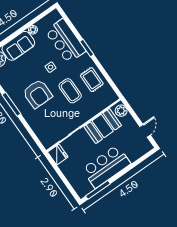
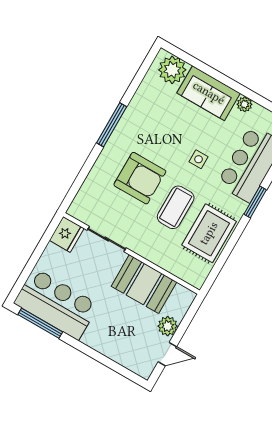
rug: (92, 80) -> (209, 233), width x1.36, depth x1.43
armchair: (38, 94) -> (140, 178), moved, turned -90
plant: (121, 111) -> (168, 326), moved
bar counter: (106, 166) -> (56, 304), moved

